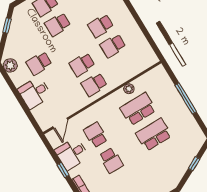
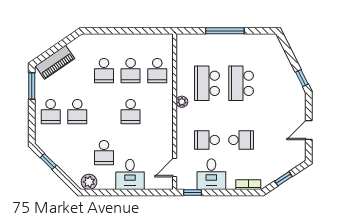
school desk: (94, 85) -> (157, 71), moved
plant: (129, 89) -> (182, 102), moved
door: (60, 123) -> (175, 167), swing flipped
window: (194, 164) -> (302, 78), moved
window: (63, 170) -> (193, 192), moved

